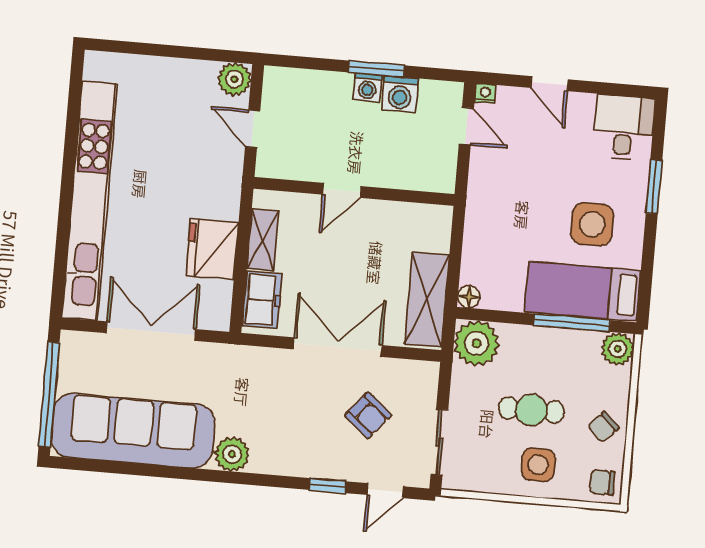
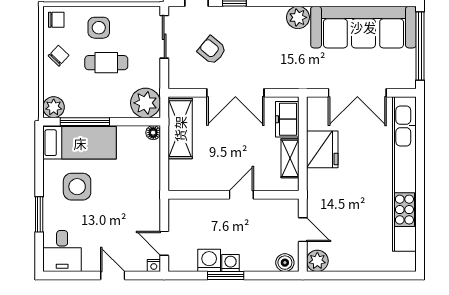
boiler: (284, 81) -> (285, 263), added

